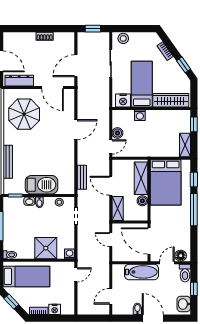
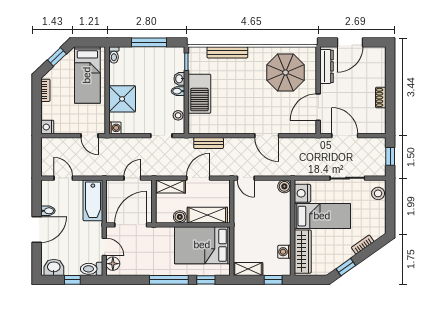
washing machine: (140, 115) -> (284, 252), moved
boiler: (117, 133) -> (284, 186), moved
bathtub: (142, 272) -> (93, 200), moved
nightstand: (55, 309) -> (47, 127), moved

